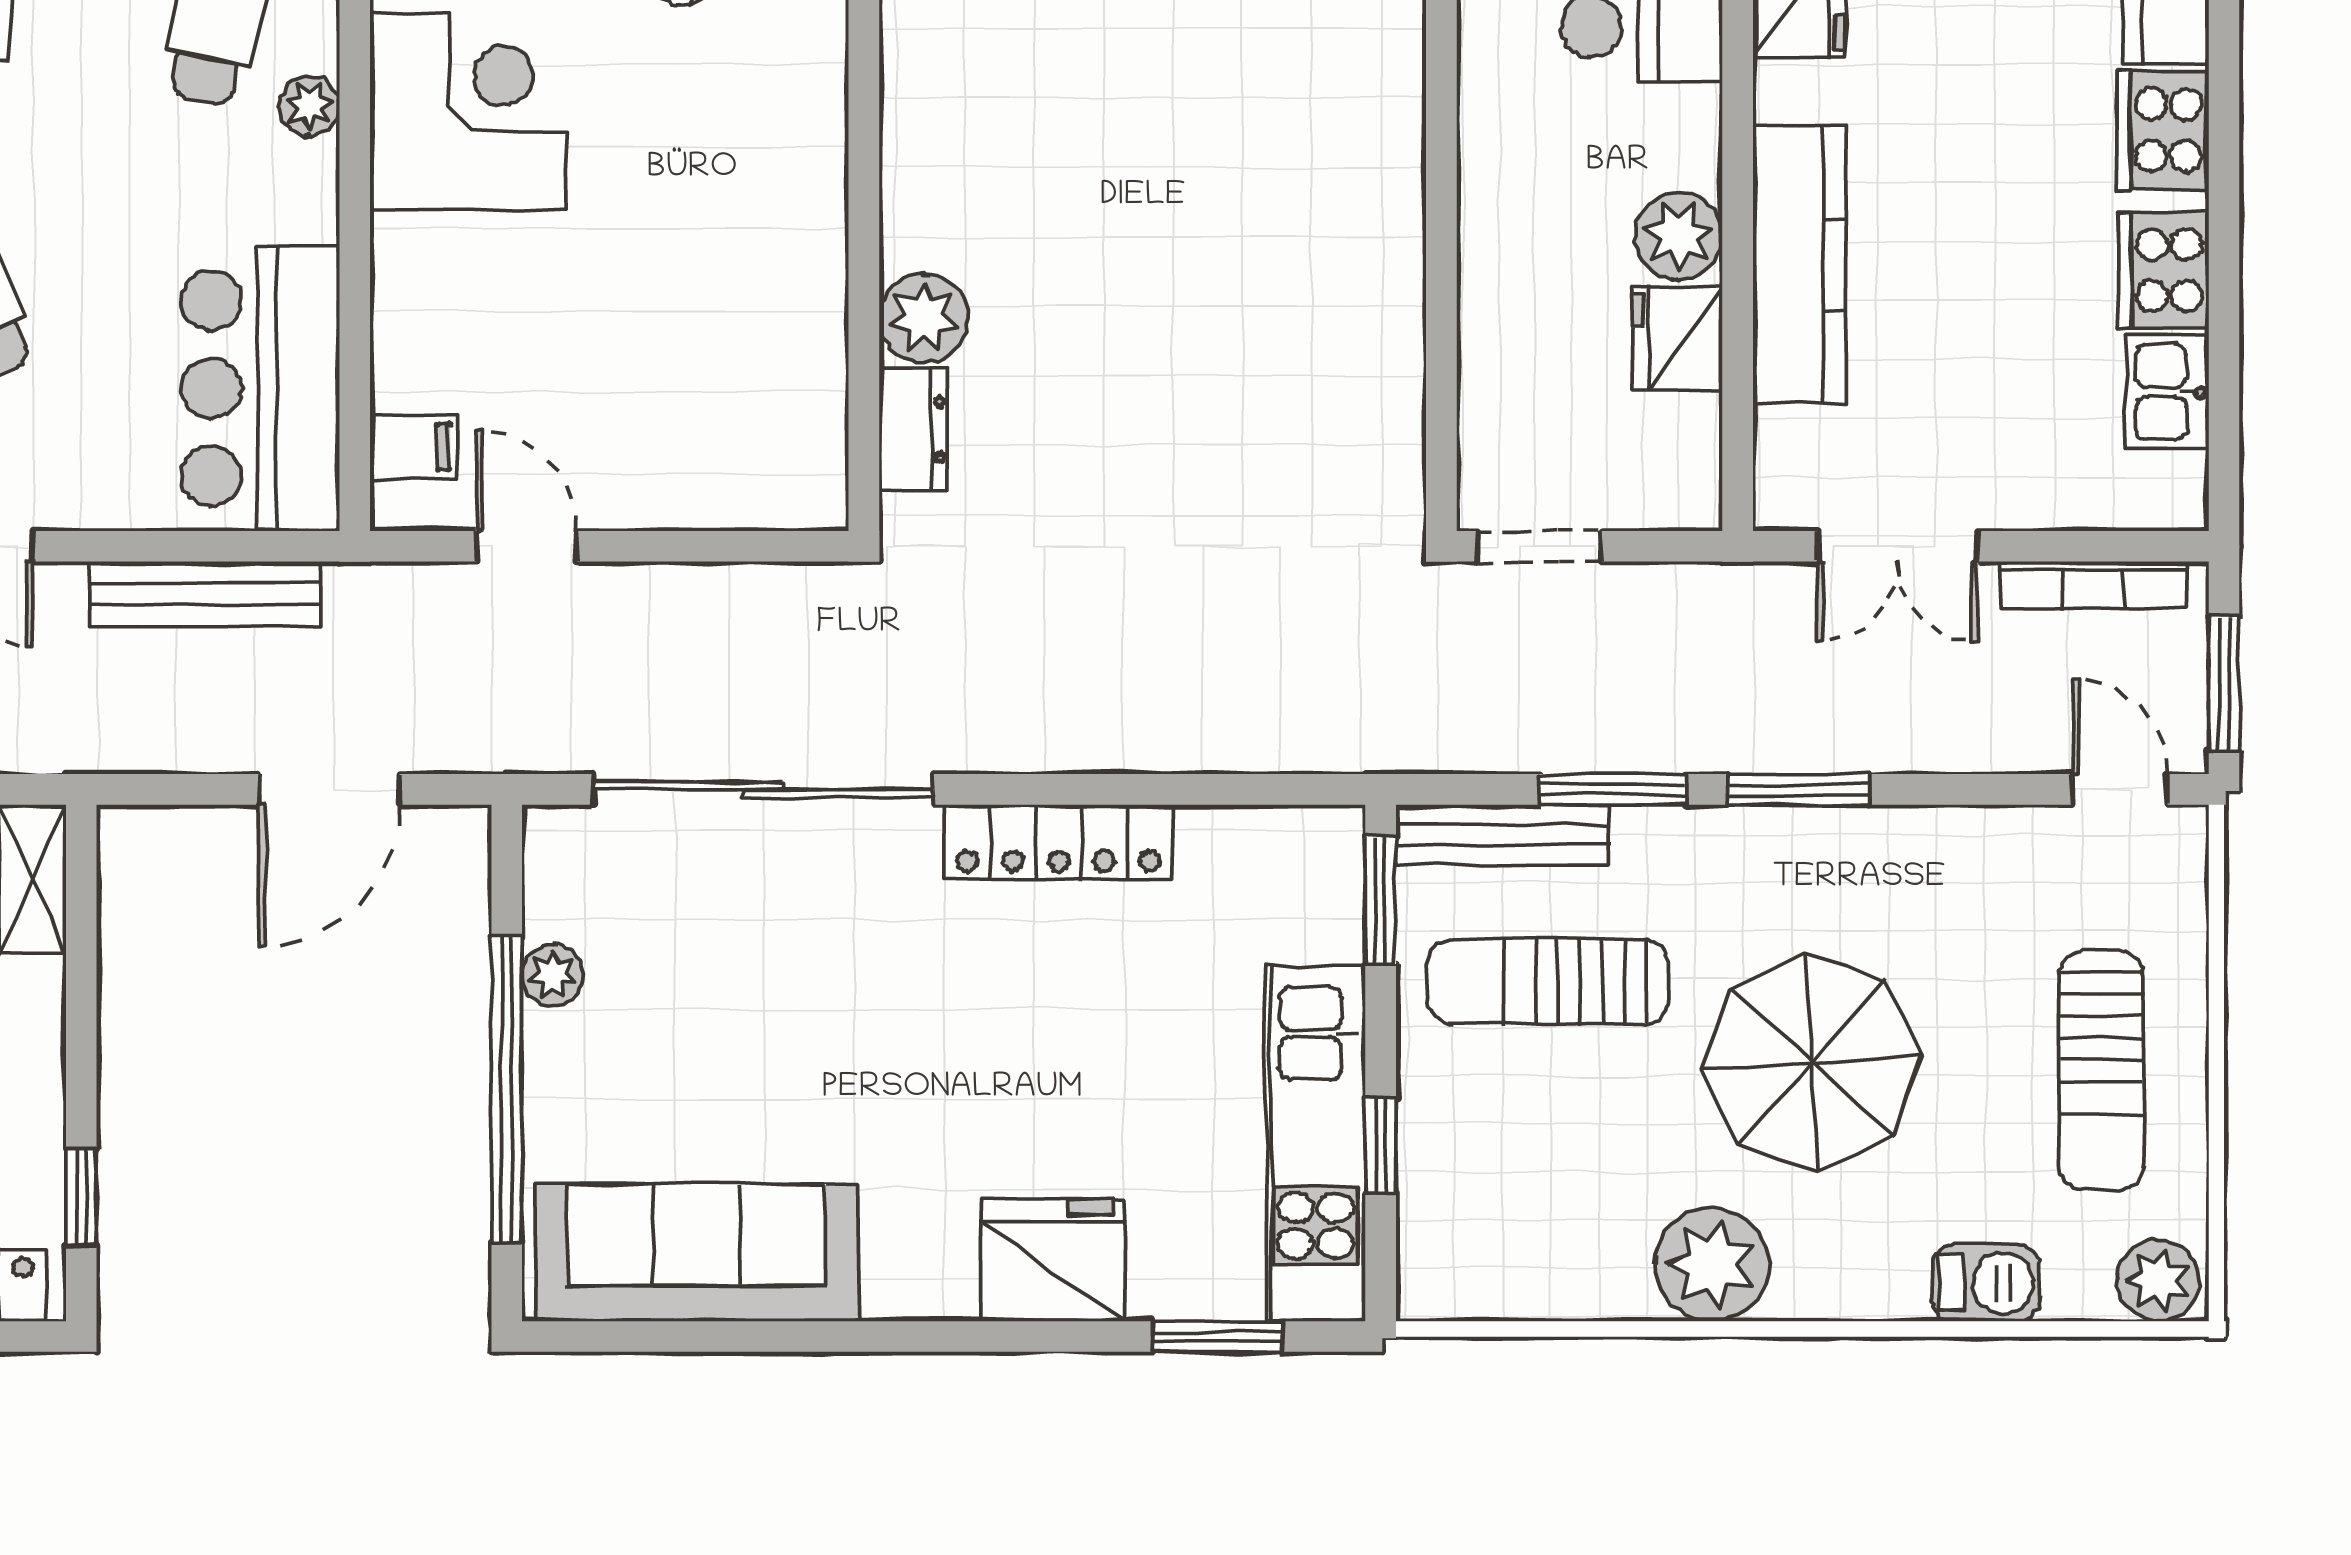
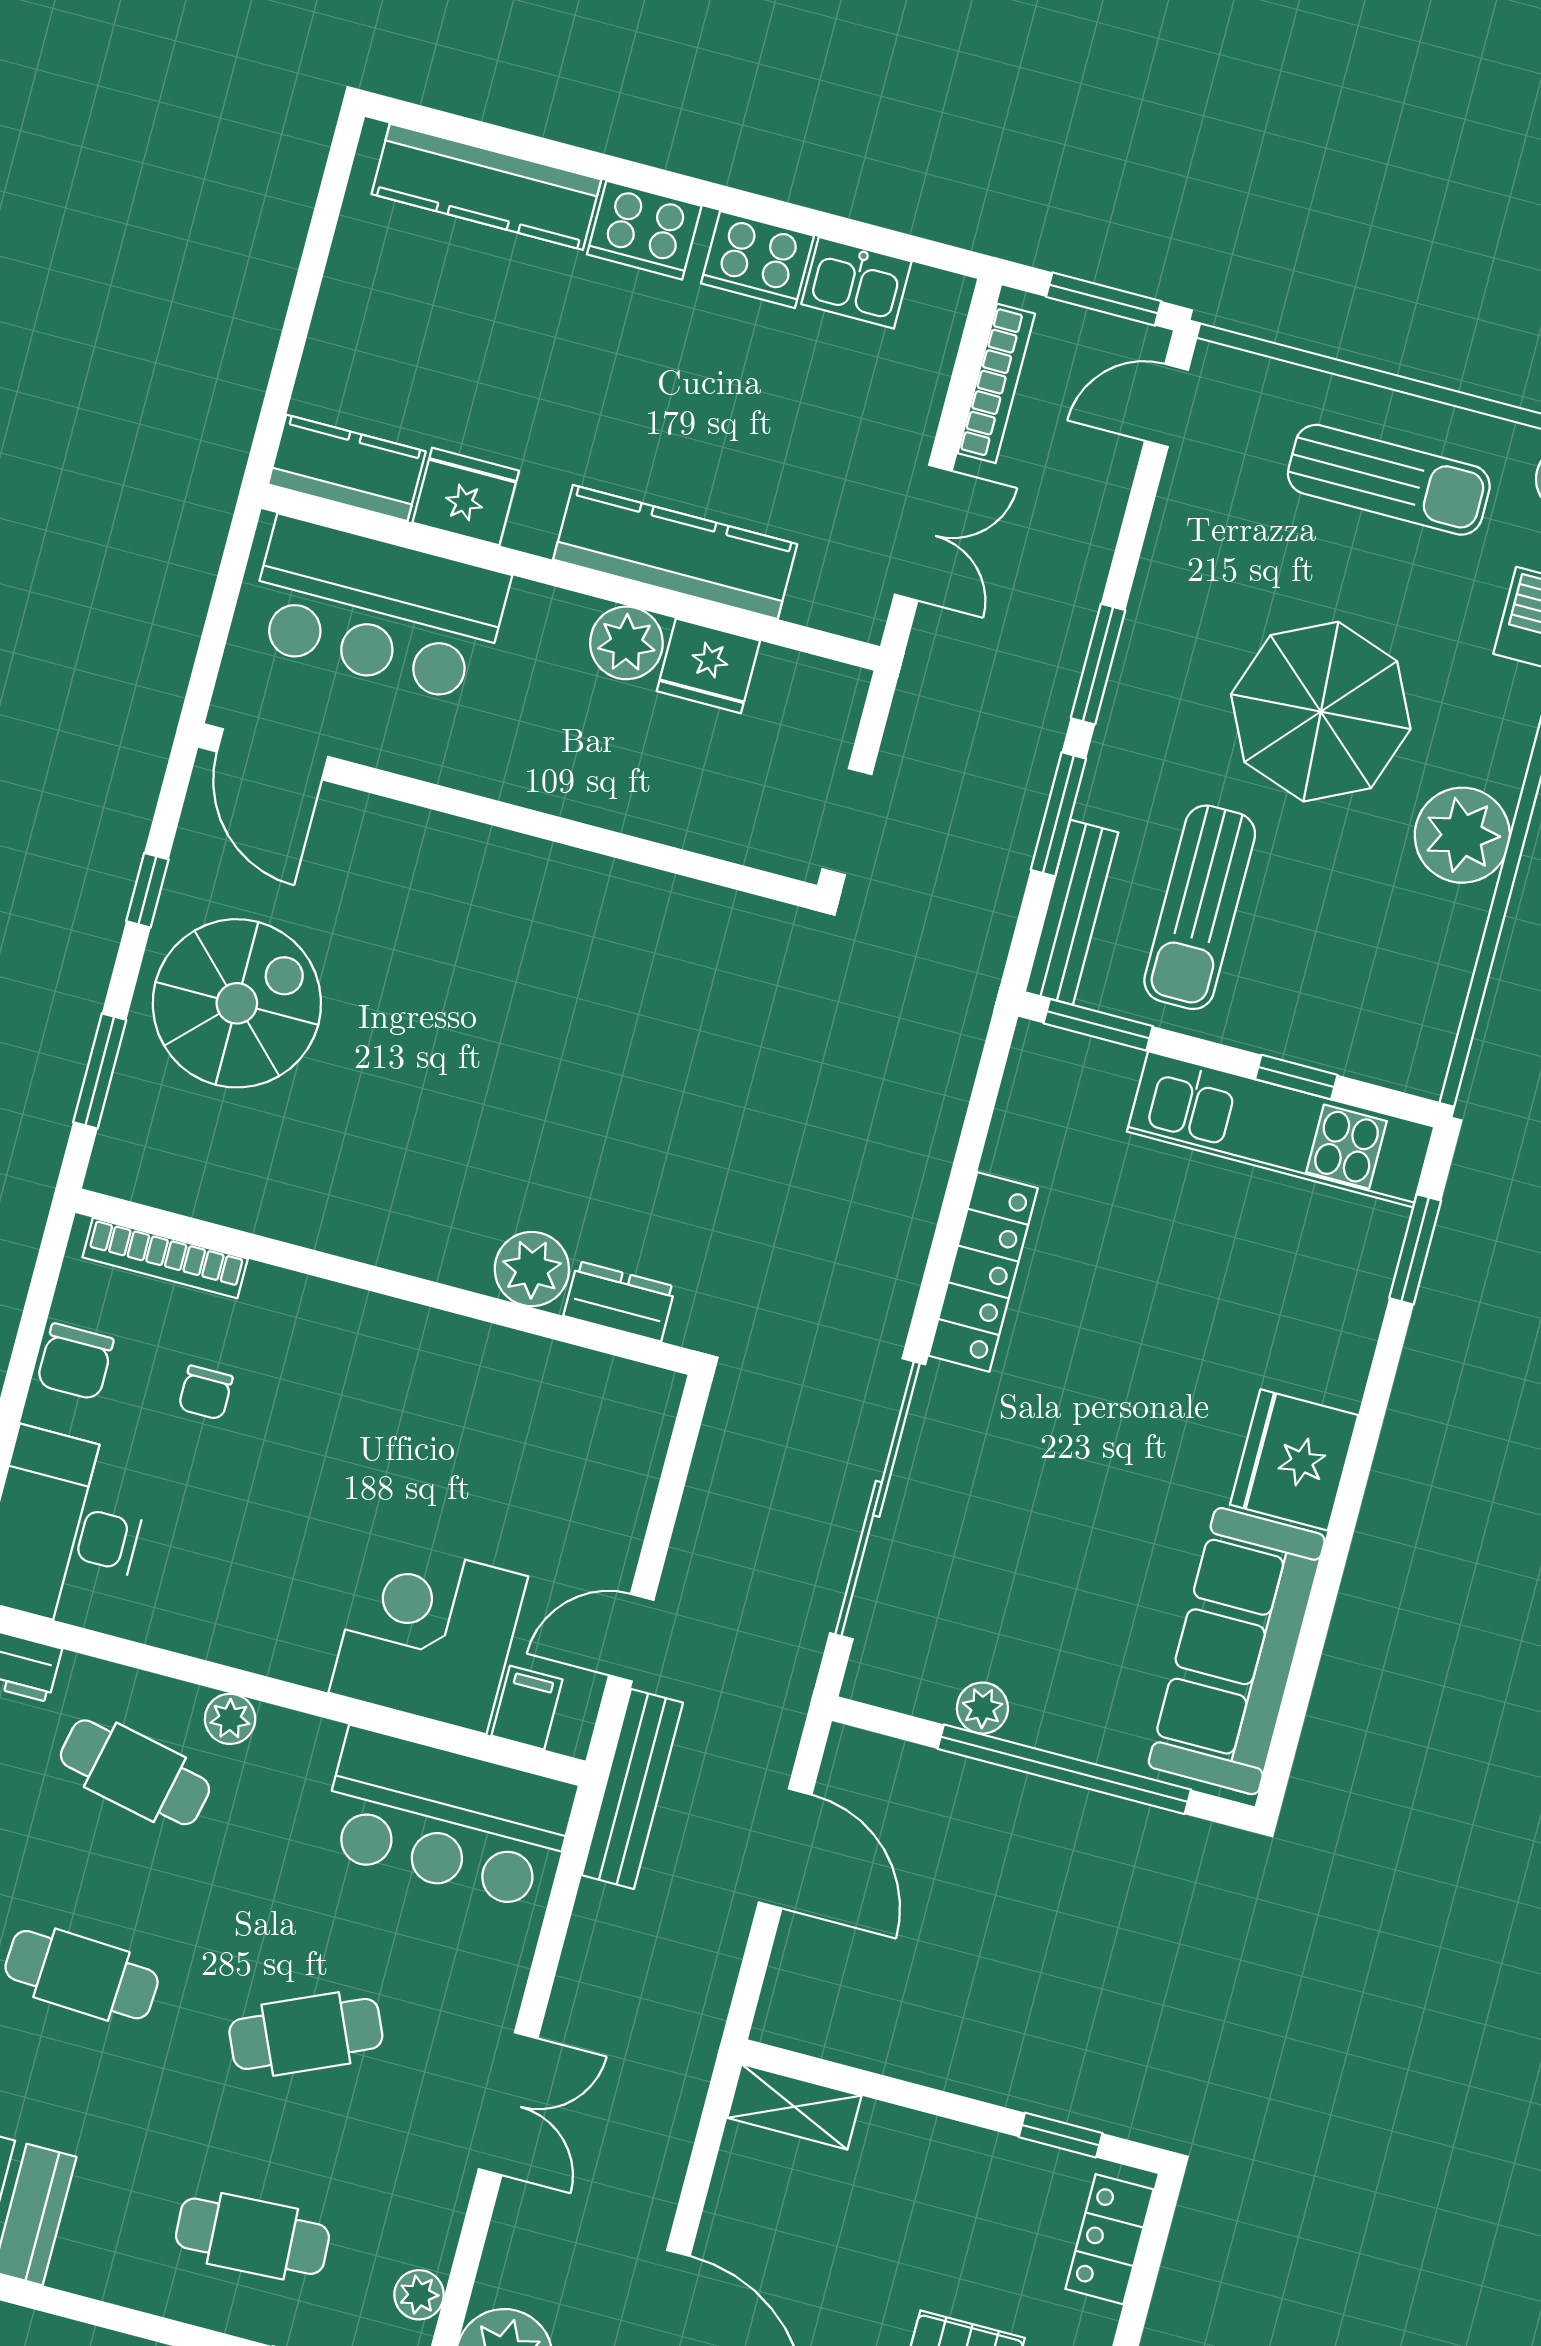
corner desk: (468, 111) -> (428, 1634), moved
bench: (205, 594) -> (632, 1789), moved
fridge: (1053, 1261) -> (1294, 1460), moved

